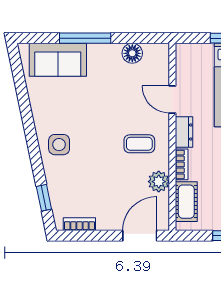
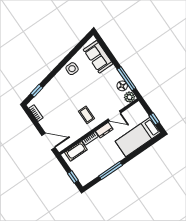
window: (85, 38) -> (126, 79), moved
door: (172, 99) -> (114, 116), swing flipped
side table: (59, 145) -> (72, 69), moved
plant: (159, 182) -> (130, 97), moved

